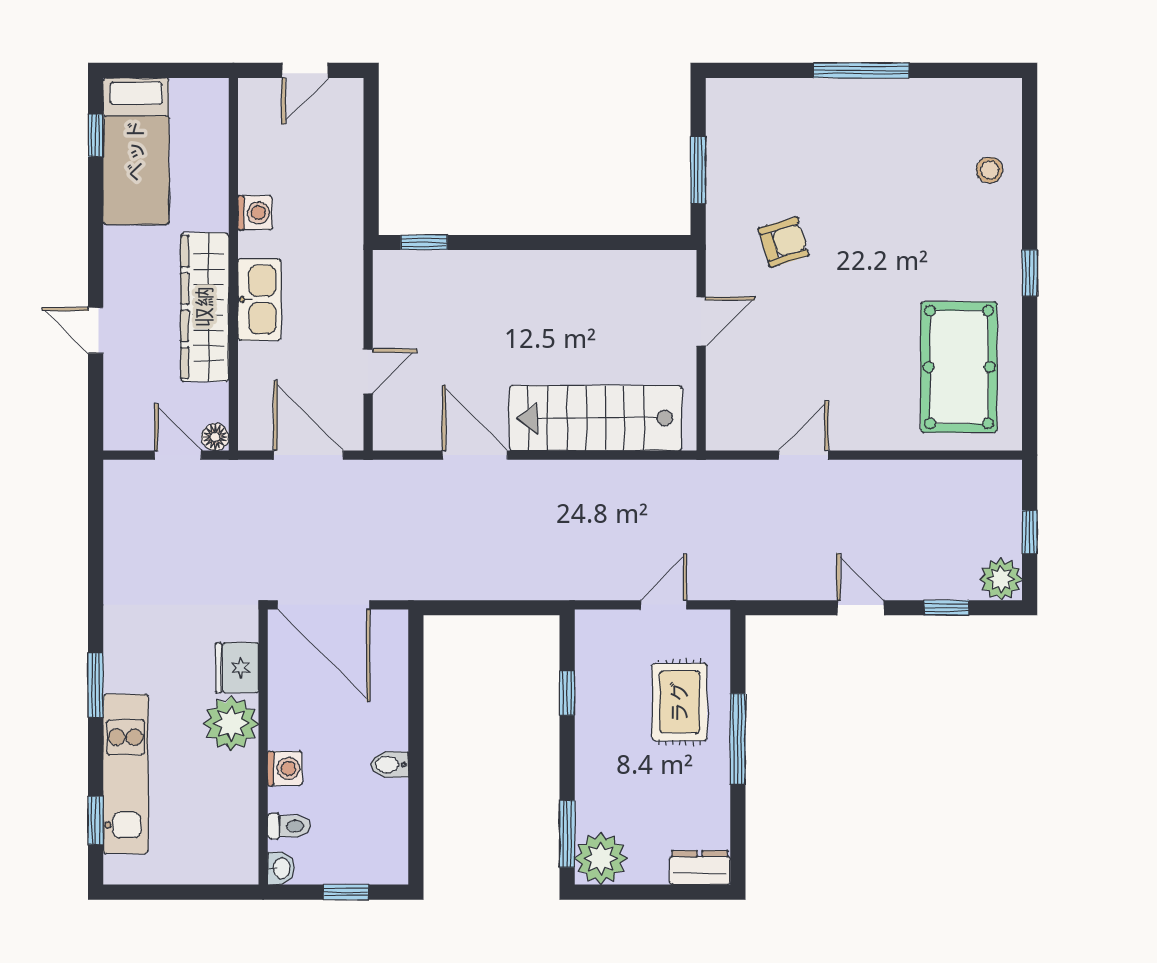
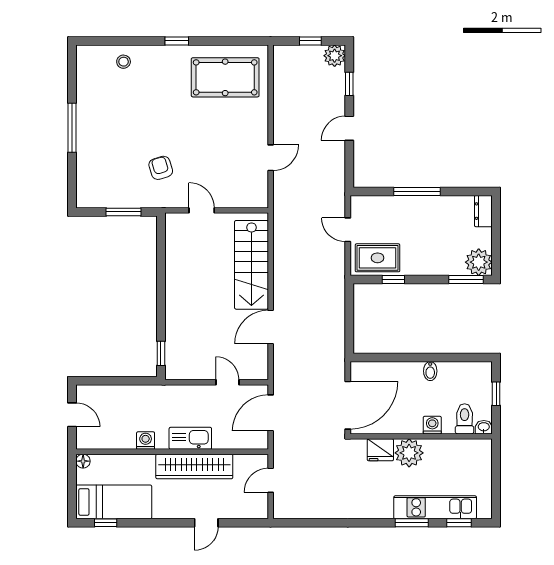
floor lamp: (215, 437) -> (83, 461), moved
door: (803, 455) -> (271, 158), swing flipped
window: (96, 685) -> (412, 523), moved
rug: (680, 702) -> (377, 258), moved
toilet: (289, 826) -> (465, 419), width x1.37, depth x1.39

